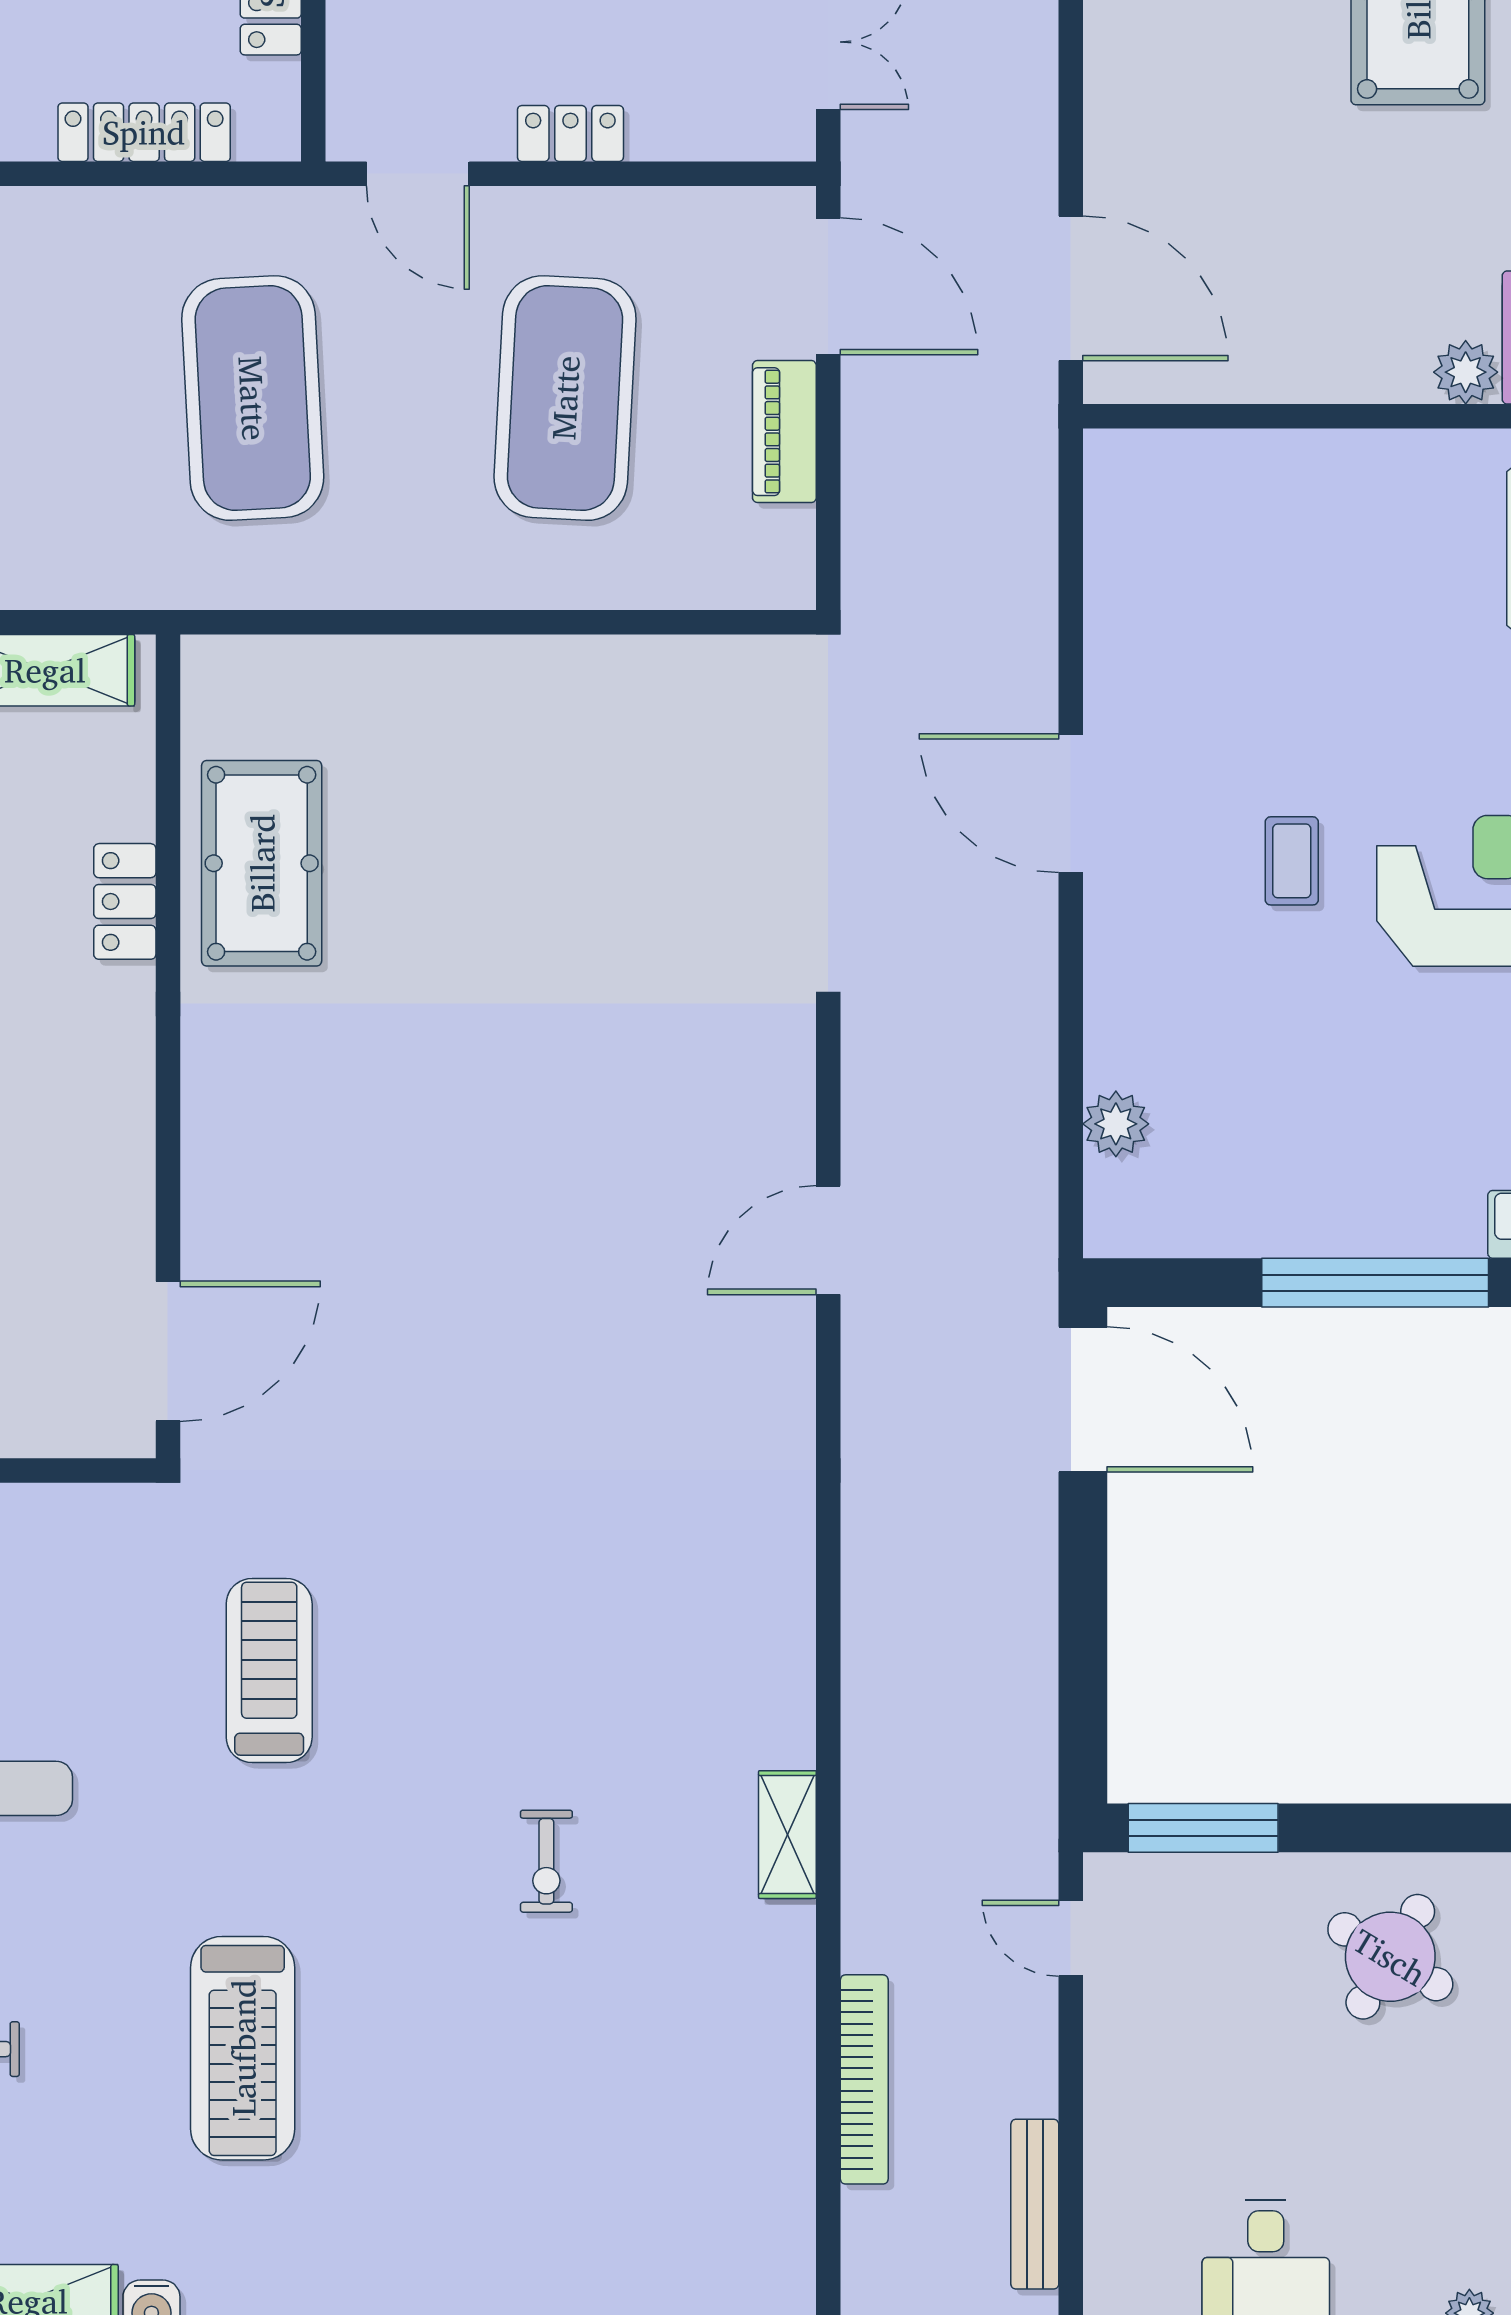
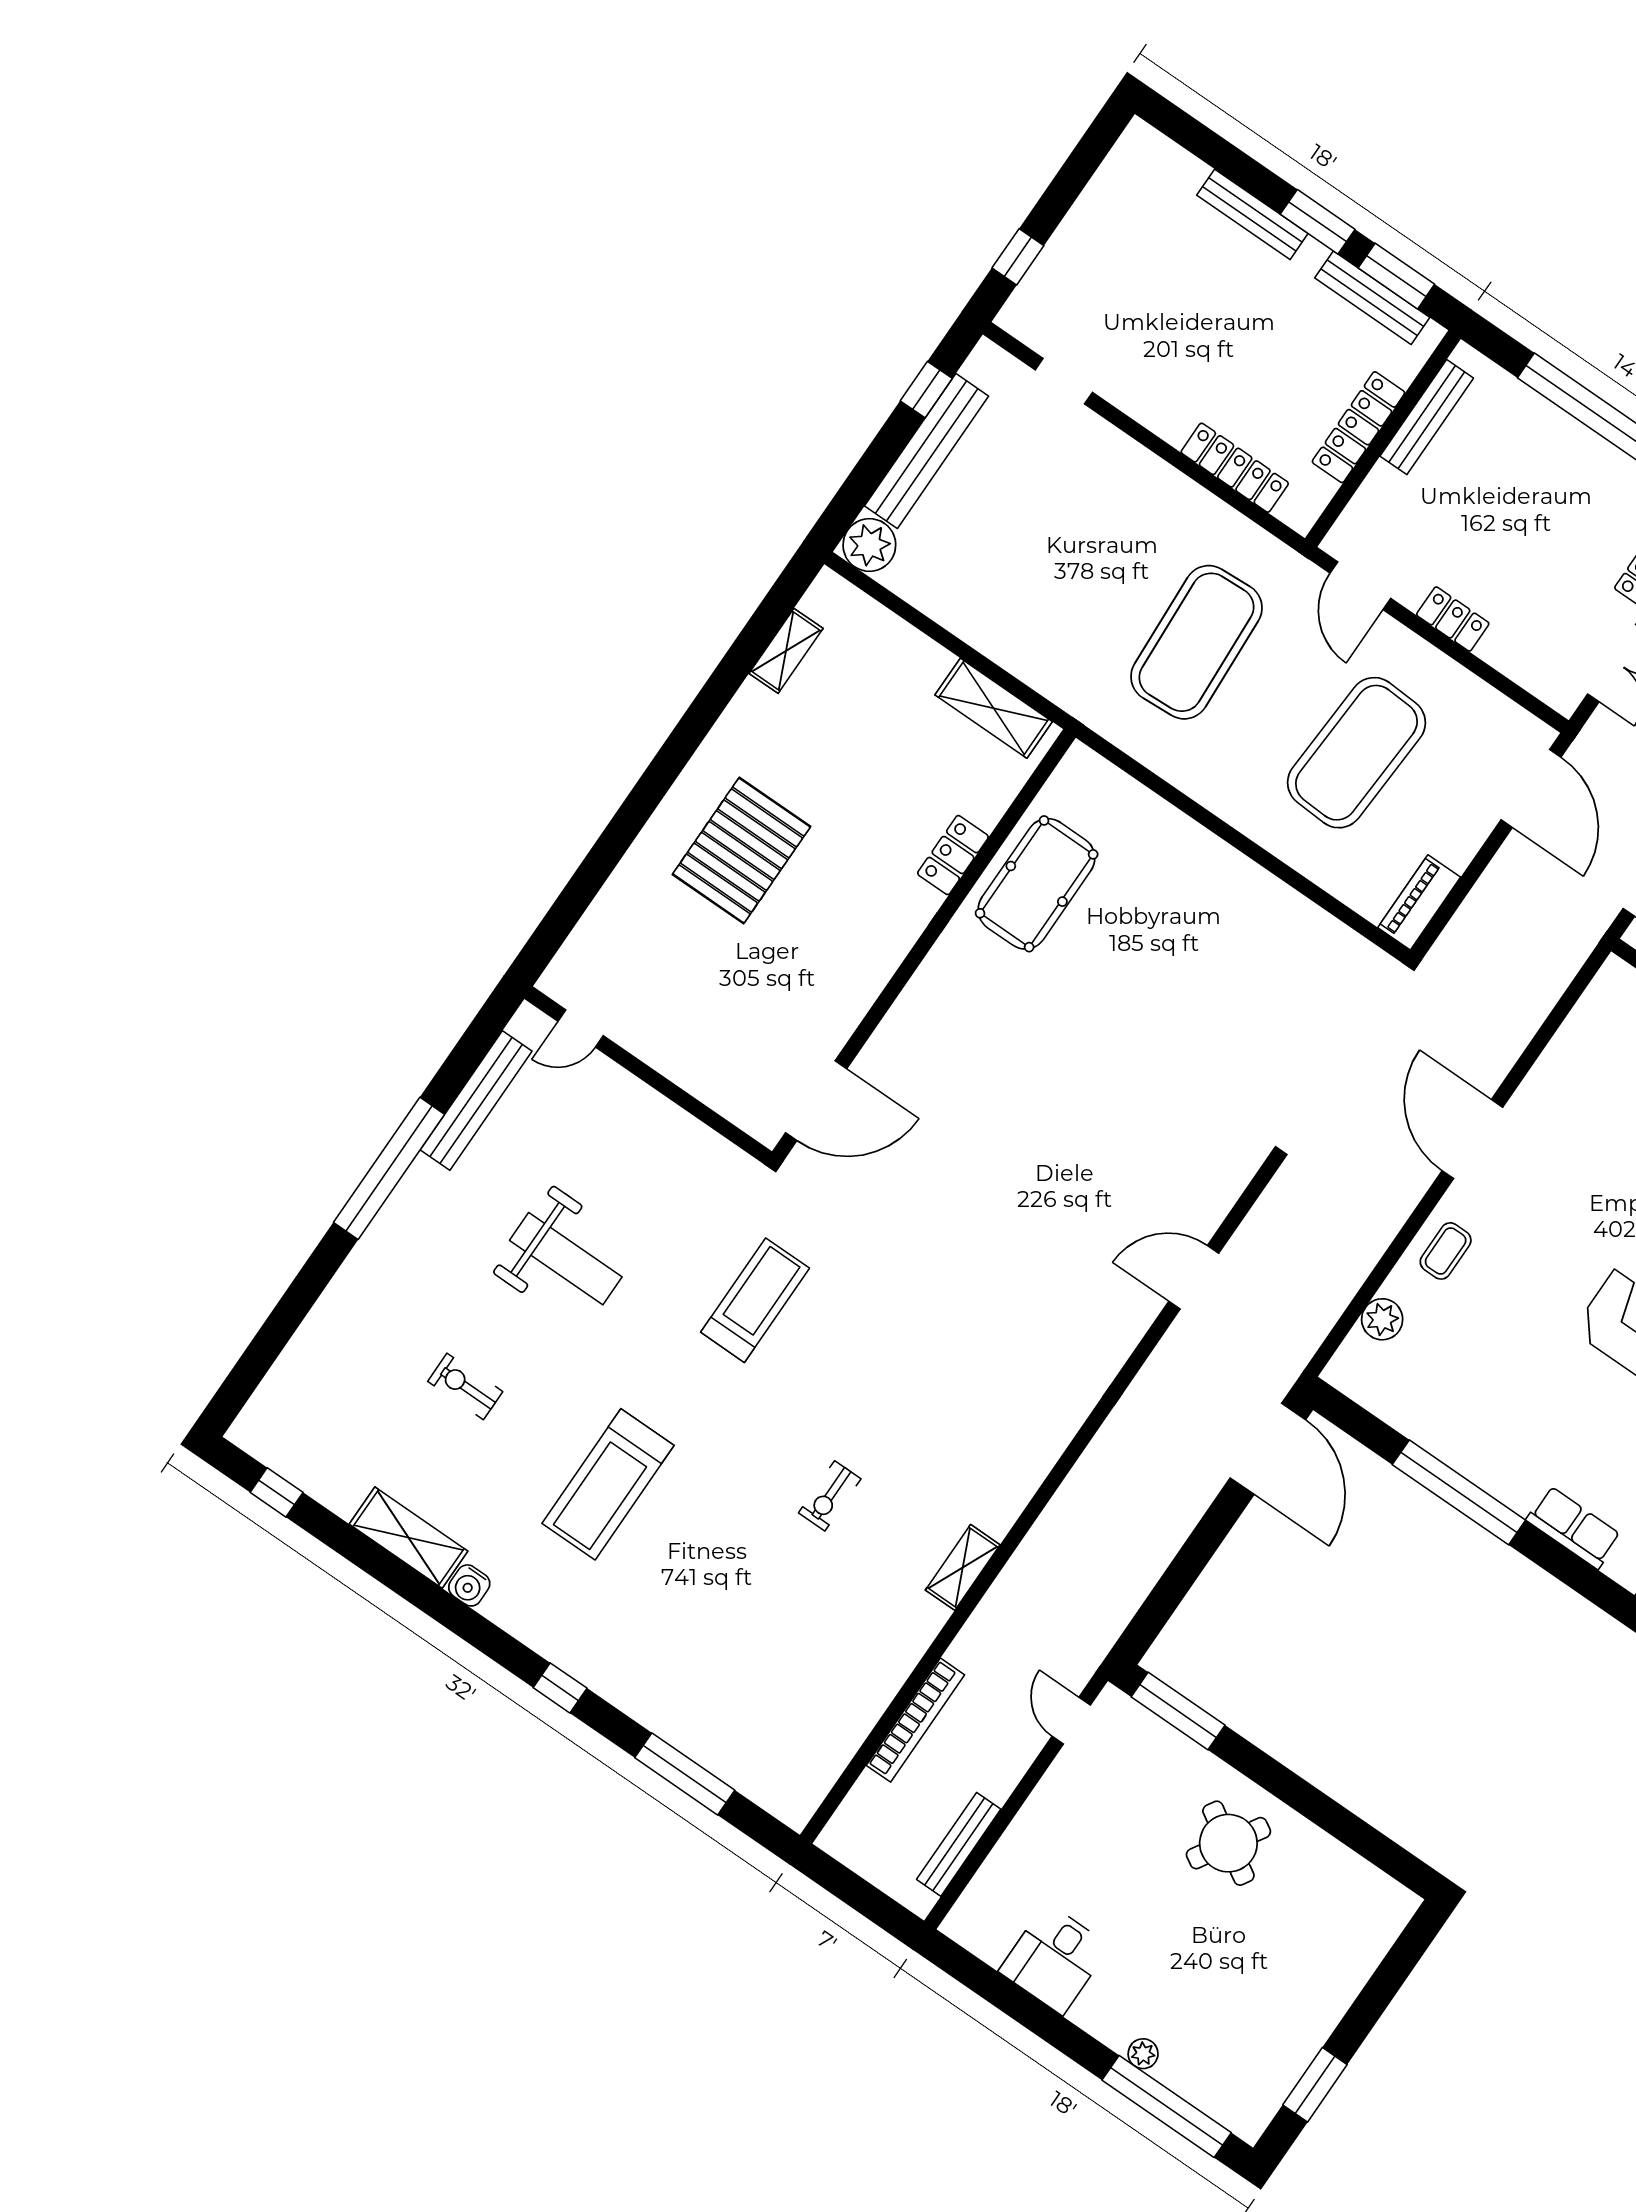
piano: (784, 432) -> (1419, 902), moved
coffee table: (1292, 861) -> (1446, 1251), moved

